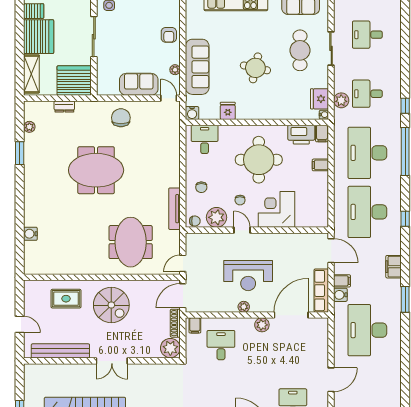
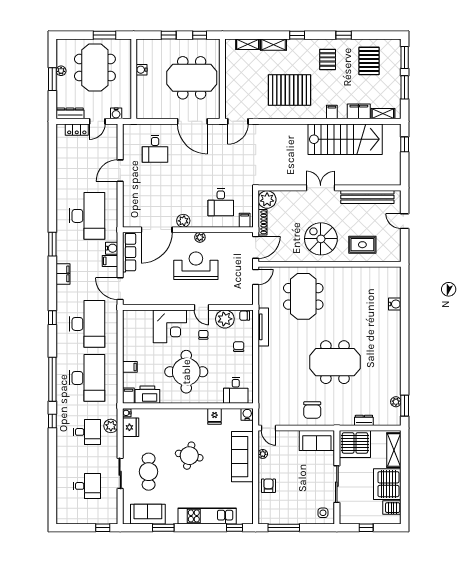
sofa: (139, 84) -> (317, 441), moved
window: (20, 153) -> (405, 406), moved

